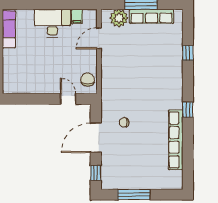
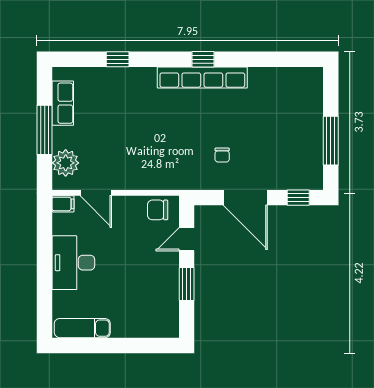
filing cabinet: (77, 16) -> (63, 204), moved
row of seats: (152, 16) -> (63, 103), width x0.68
window: (38, 99) -> (187, 284), added
row of seats: (176, 140) -> (202, 78), moved

